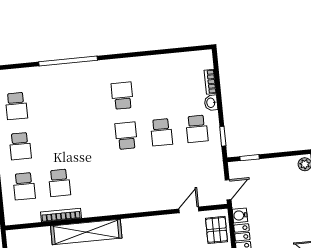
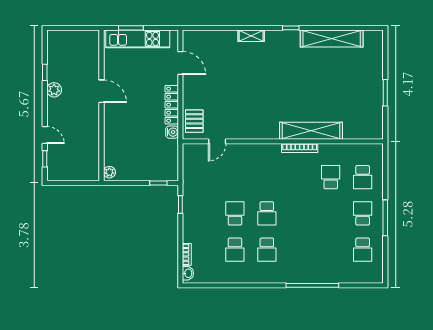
washbasin: (211, 103) -> (188, 273), moved
school desk: (16, 106) -> (363, 250), turned 180
school desk: (197, 129) -> (235, 250), moved, turned 180
school desk: (24, 186) -> (363, 177), turned 180
door: (228, 190) -> (180, 156), removed
bookcase: (61, 215) -> (300, 148), moved

